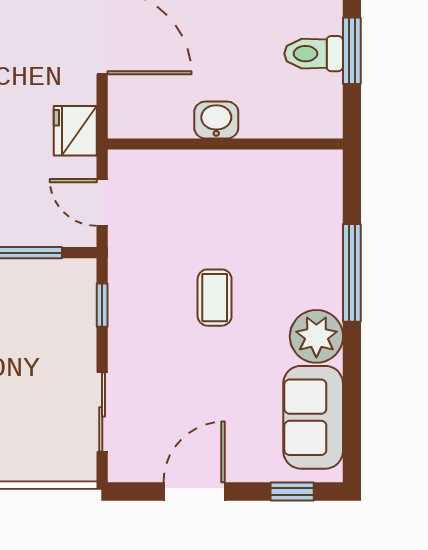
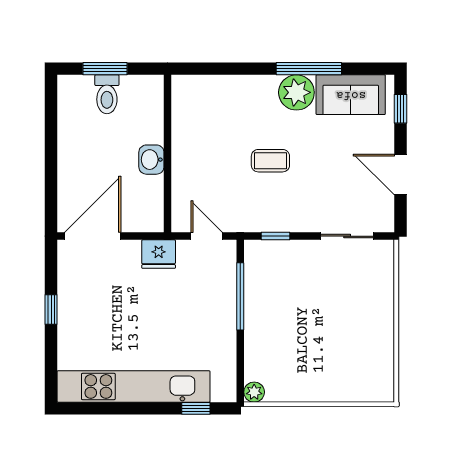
door: (102, 202) -> (207, 236), swing flipped
window: (352, 273) -> (309, 69), moved

